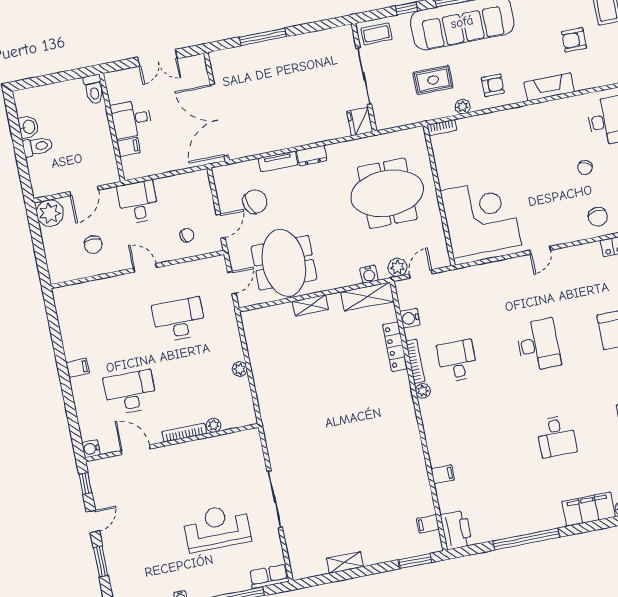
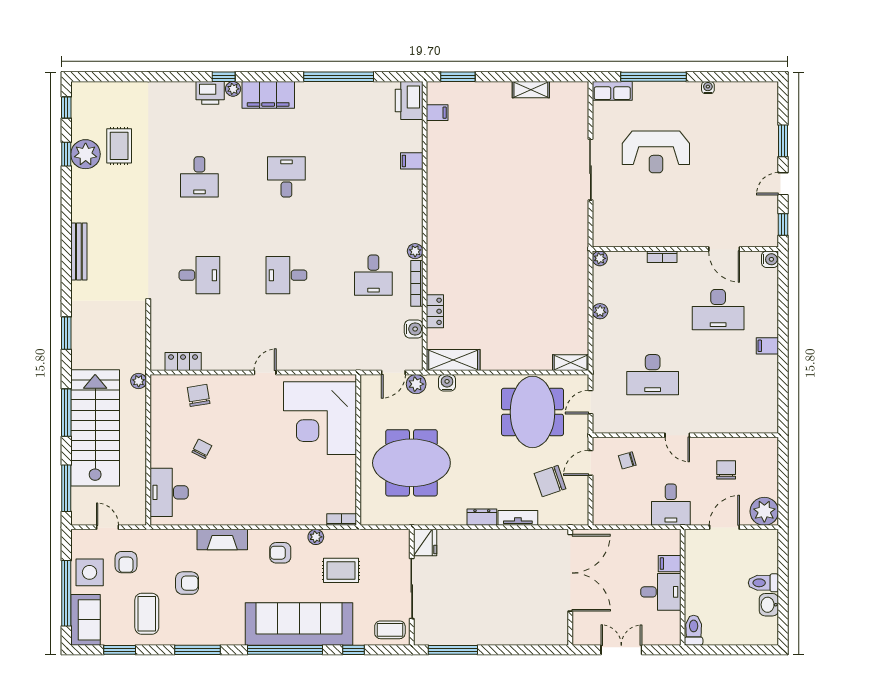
window: (263, 37) -> (453, 650), moved
shelving: (311, 305) -> (571, 363), moved
desk: (538, 345) -> (286, 275), width x0.73
locker: (395, 347) -> (435, 311), width x0.66
plant: (214, 425) -> (600, 258), moved
bookcase: (184, 433) -> (662, 257), width x0.64

